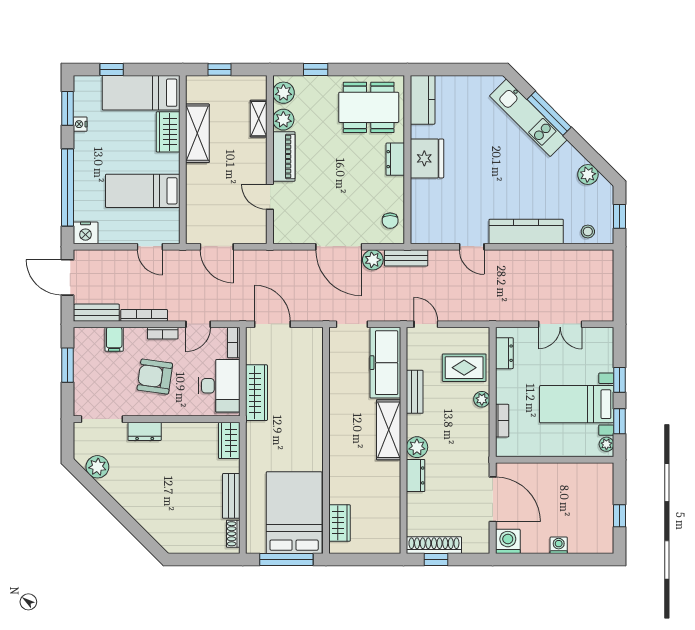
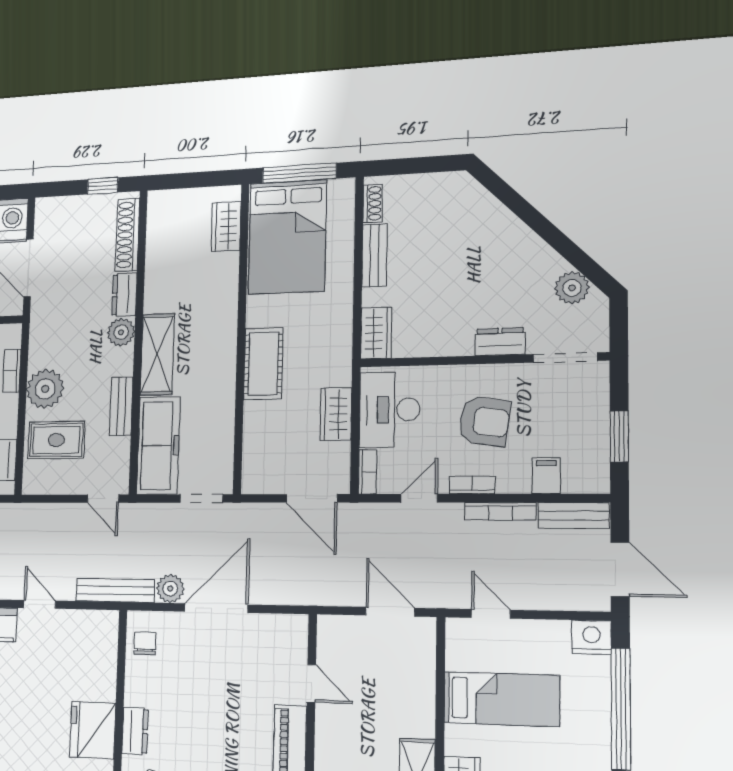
door: (339, 247) -> (216, 608), hinge flipped
bench: (406, 258) -> (115, 590), width x1.36
wardrobe: (256, 393) -> (336, 414), width x0.67
plant: (482, 399) -> (45, 389), width x1.88, depth x1.88
cot: (309, 421) -> (263, 364), added
shoe rack: (434, 545) -> (127, 235), moved, turned 90

